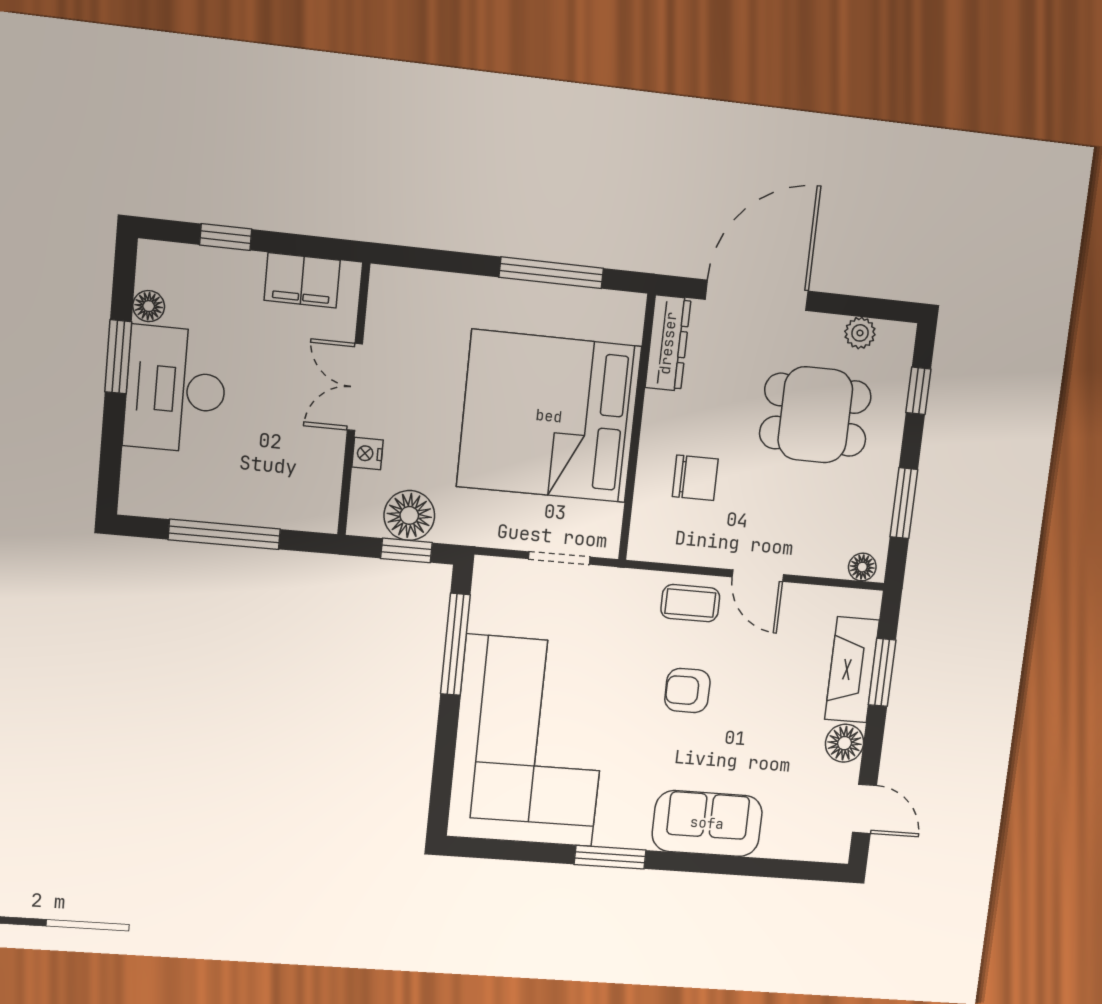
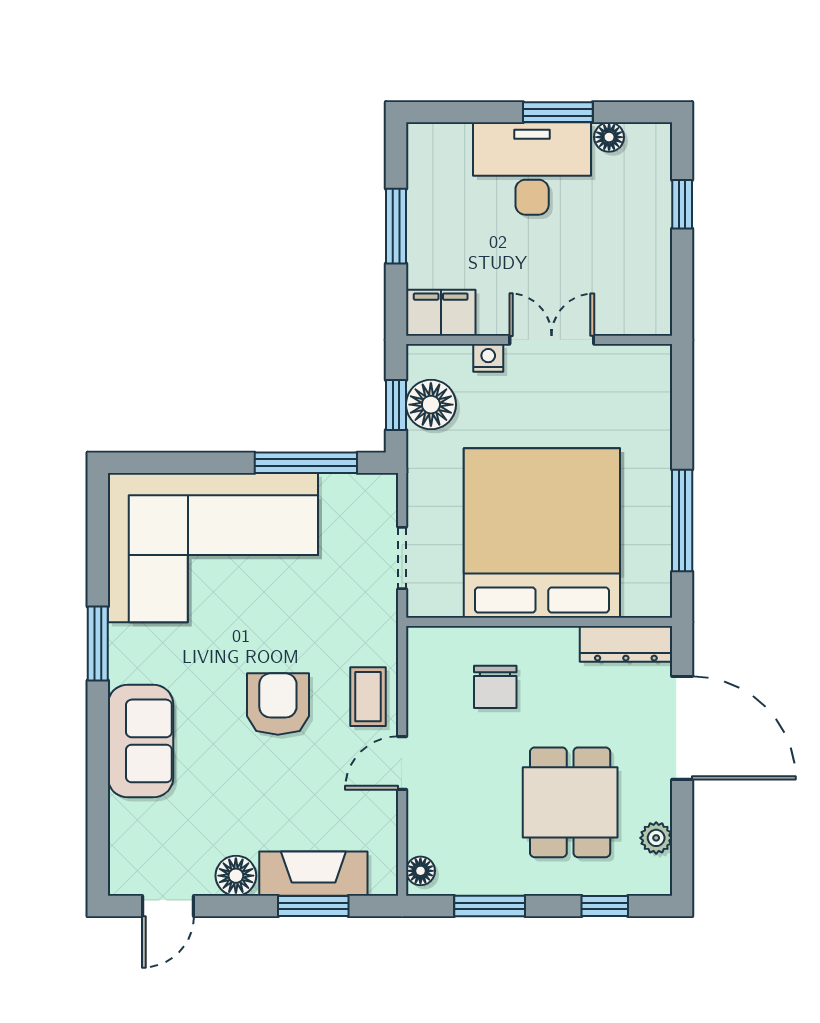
filing cabinet: (302, 280) -> (441, 313), moved, turned 90
window: (224, 534) -> (396, 226), width x0.69
armchair: (687, 690) -> (278, 704), width x1.38, depth x1.38

